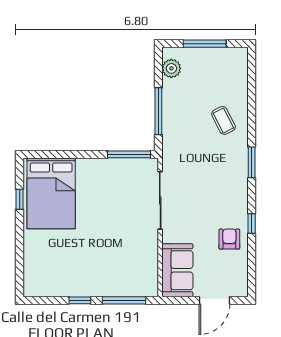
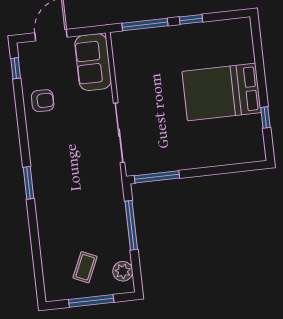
coffee table: (223, 120) -> (85, 267), moved, turned 51
bed: (51, 193) -> (222, 92), moved, turned -90
window: (252, 223) -> (16, 68), moved
armchair: (229, 239) -> (43, 101), turned -90

